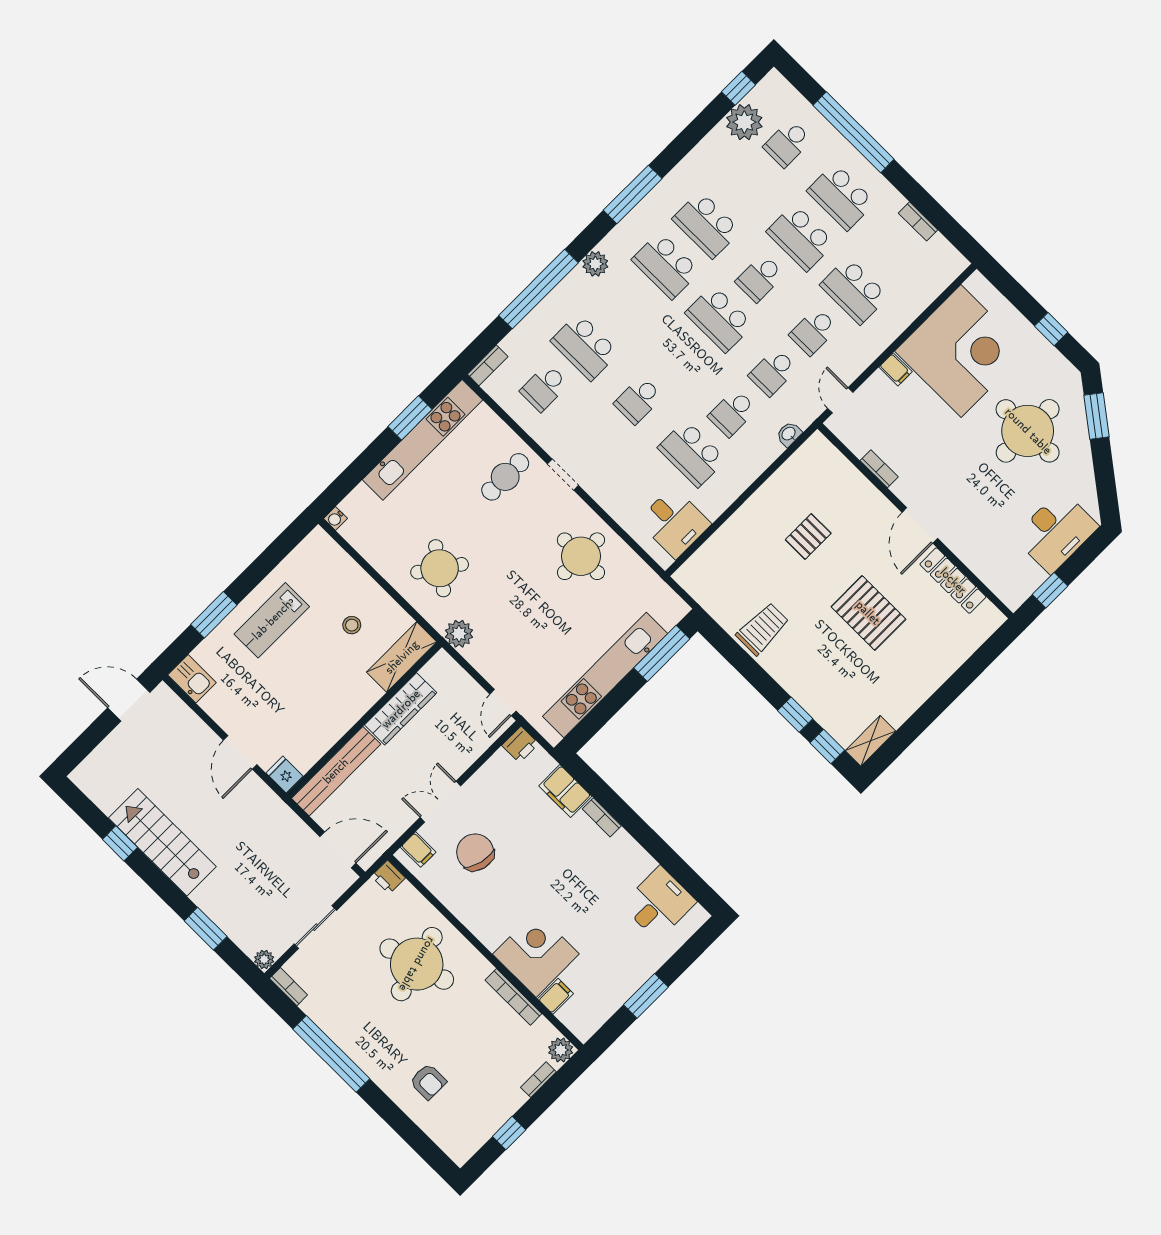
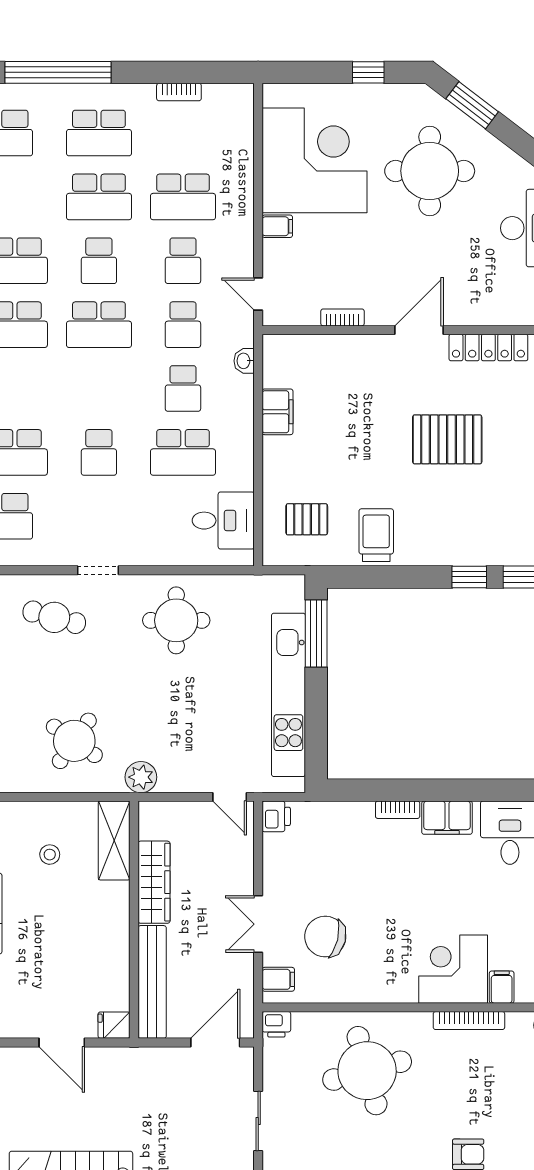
cafe table: (505, 477) -> (54, 617), turned -75
filing cabinet: (778, 488) -> (278, 412), added
door: (920, 525) -> (419, 330), swing flipped
pallet: (808, 536) -> (307, 519), moved, turned 90
filing cabinet: (565, 791) -> (447, 818), moved

